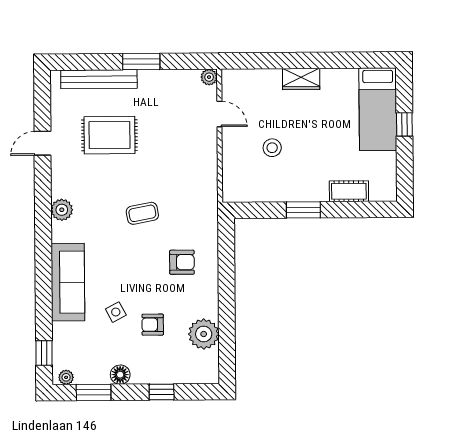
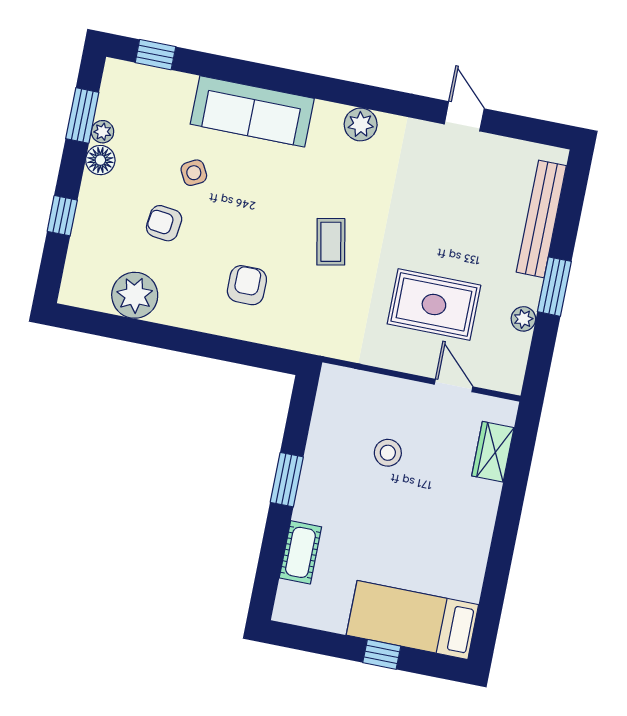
plant: (209, 77) -> (523, 319), moved
wardrobe: (301, 79) -> (493, 452), moved
door: (219, 114) -> (454, 385), swing flipped
rug: (109, 135) -> (434, 305), moved, turned 90
armchair: (182, 262) -> (247, 285), turned 180
armchair: (153, 325) -> (164, 223), turned -83
plant: (66, 377) -> (102, 132), moved

